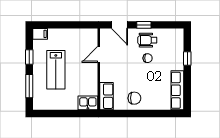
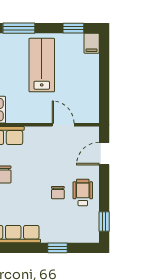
window: (144, 25) -> (104, 221), moved
window: (29, 57) -> (73, 28), moved
lab bench: (56, 70) -> (42, 65), turned 90

